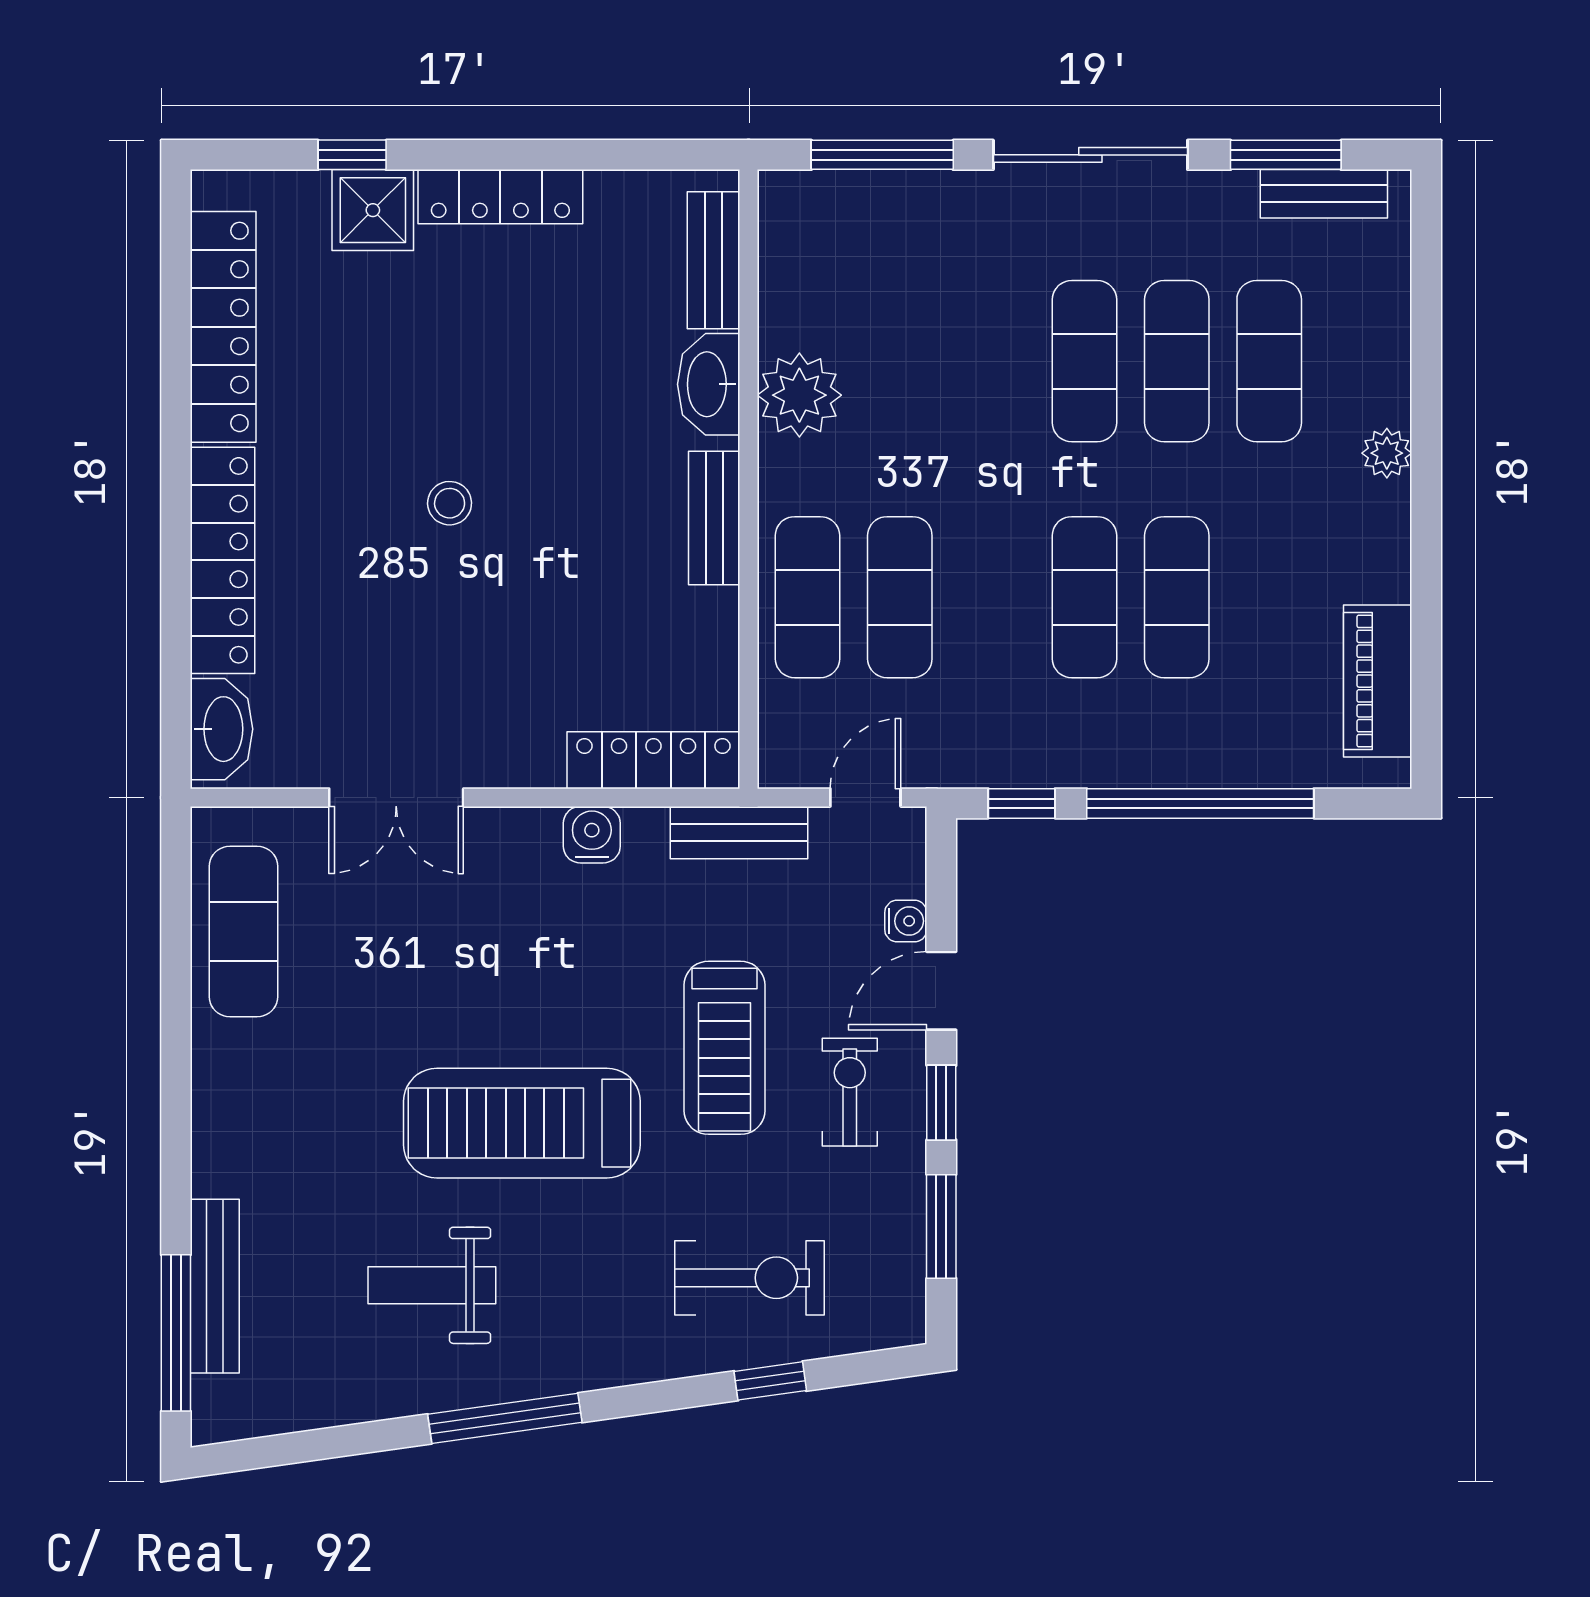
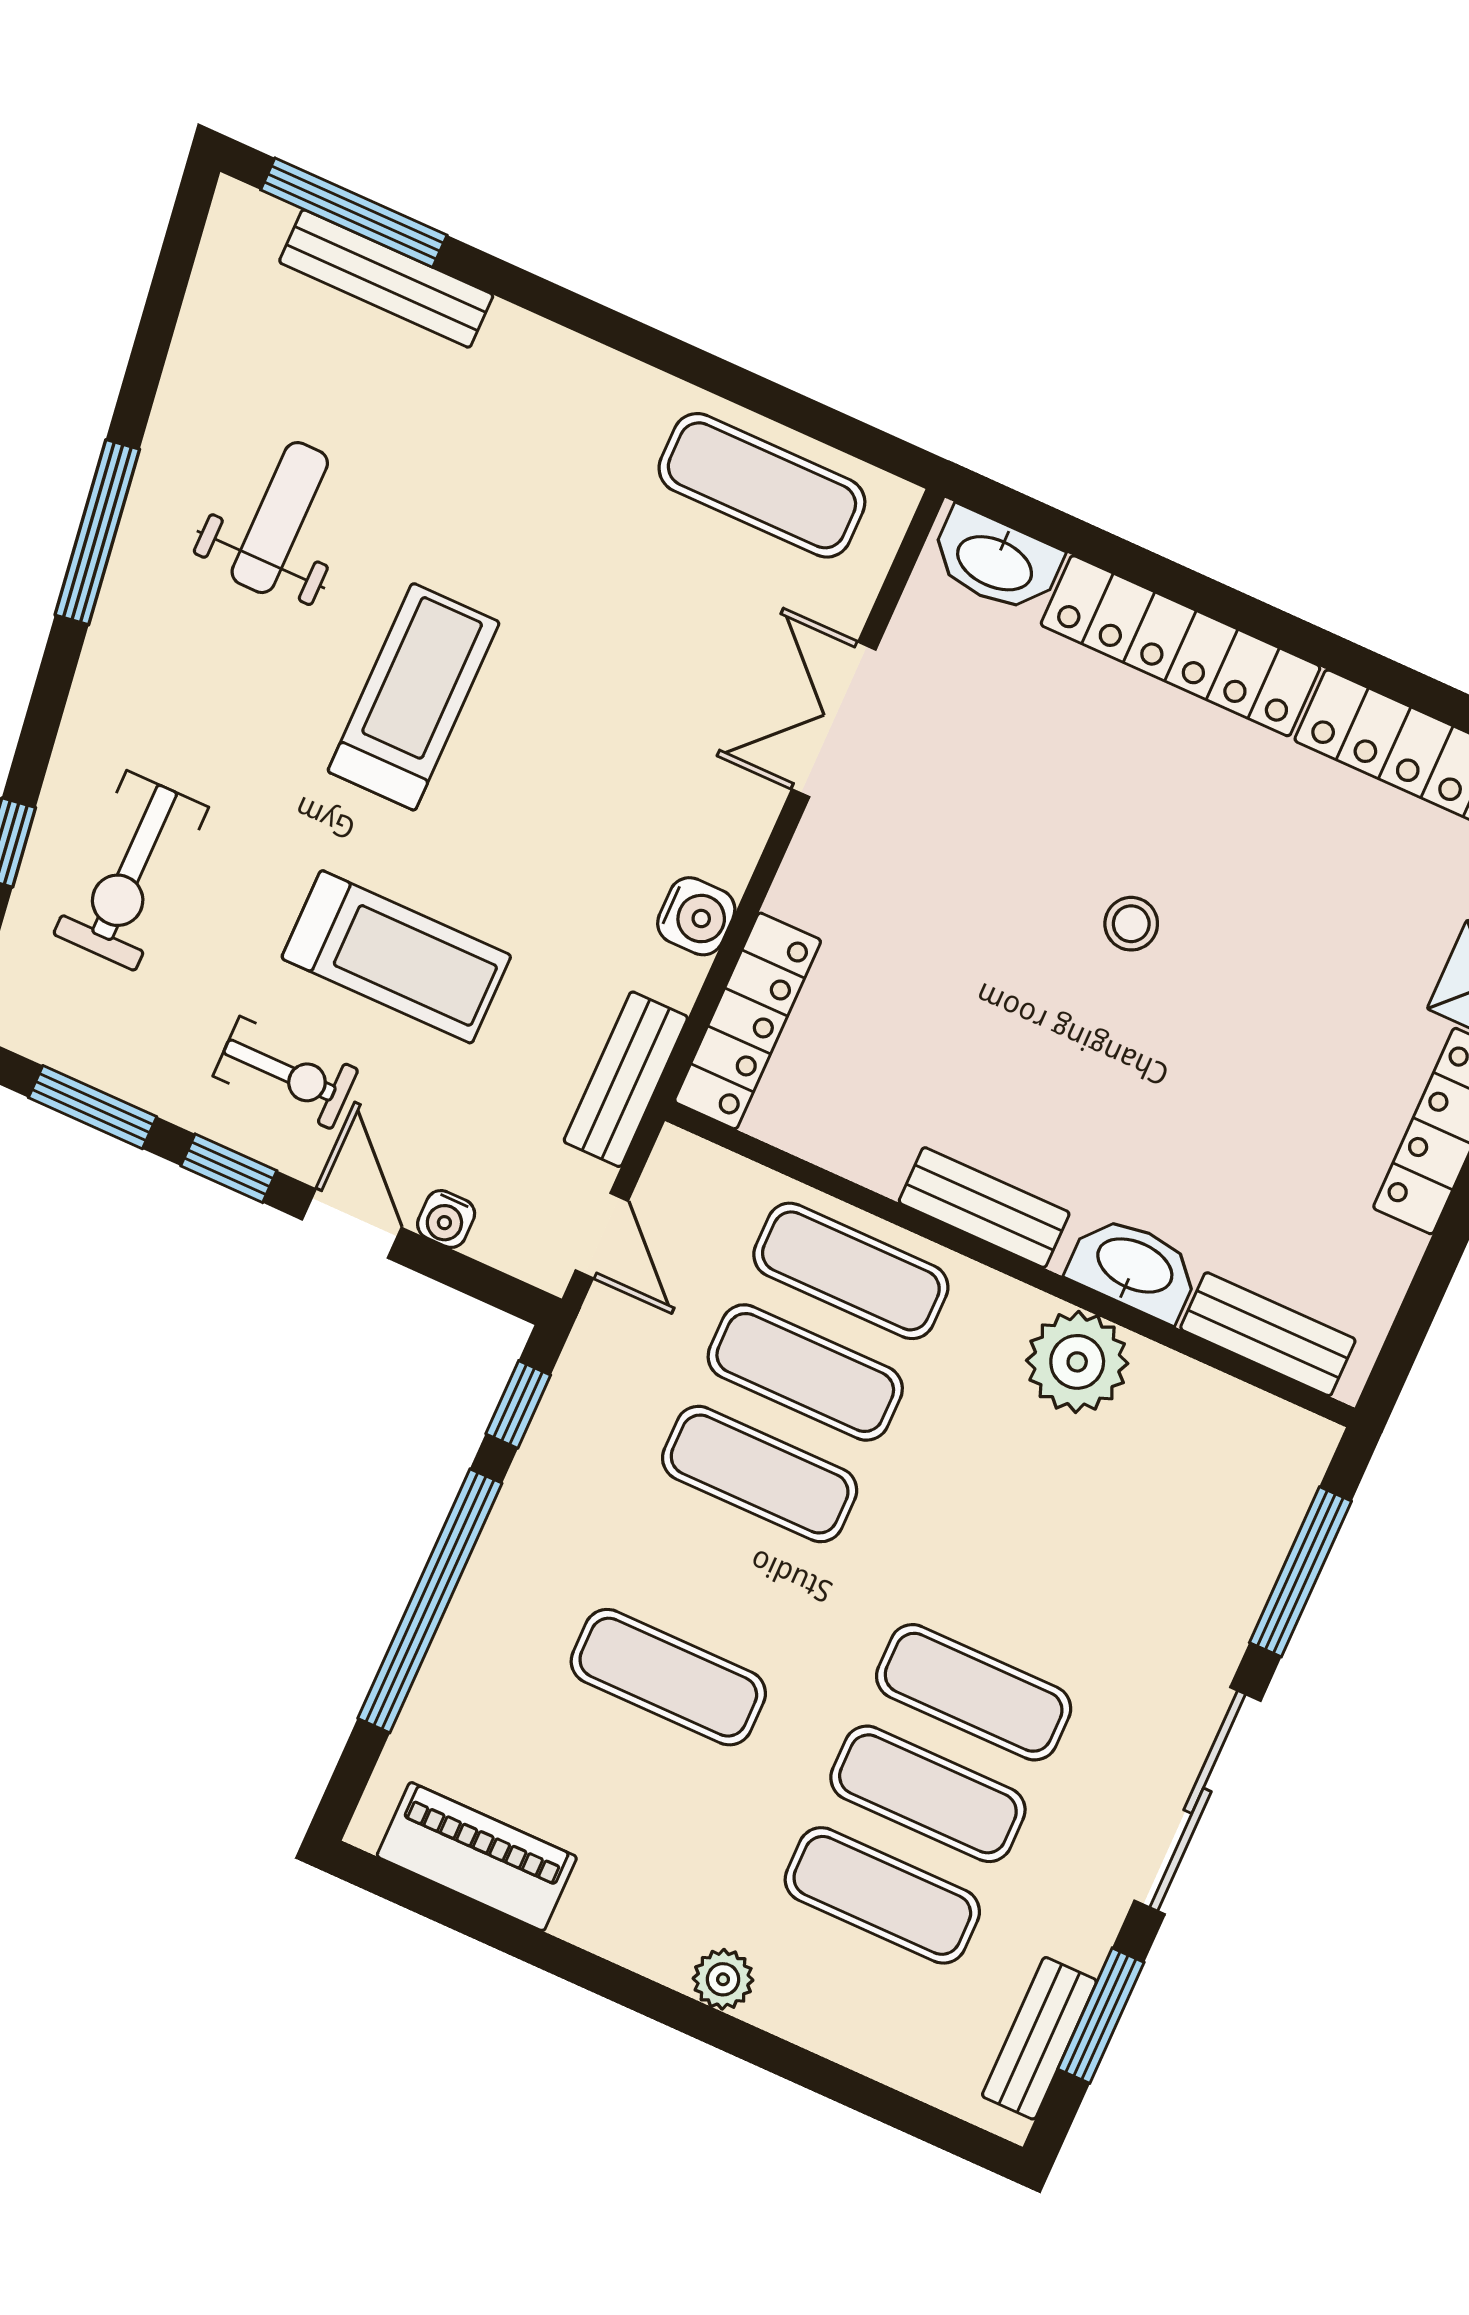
exercise mat: (1084, 597) -> (760, 1474), moved
treadmill: (724, 1048) -> (396, 957), turned 180
treadmill: (522, 1123) -> (414, 697), width x0.73, depth x0.73

